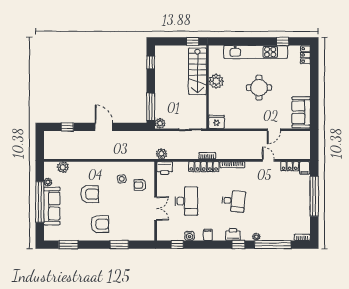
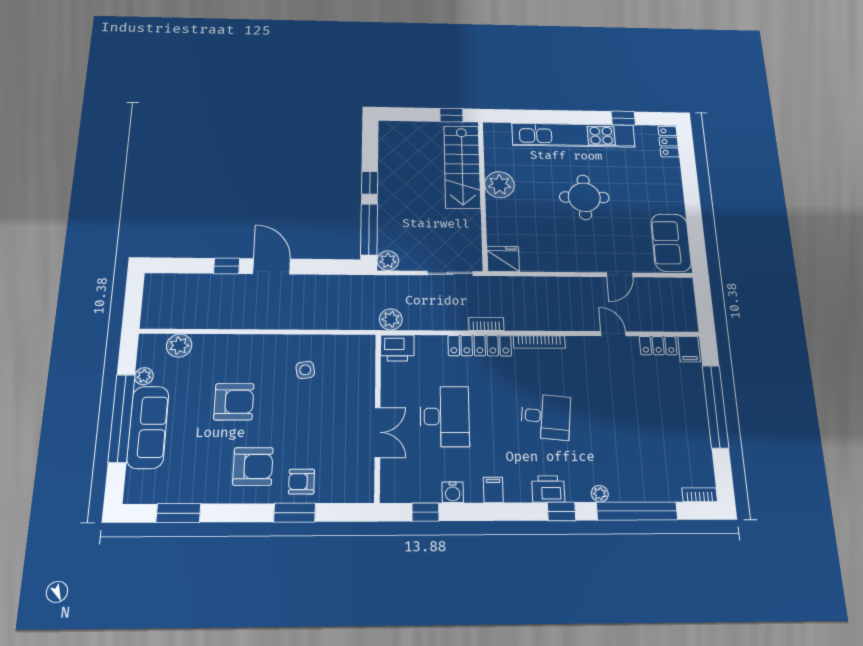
window: (151, 62) -> (370, 183), moved
window: (67, 127) -> (227, 266), moved
armchair: (140, 185) -> (302, 482), moved

